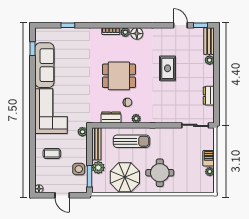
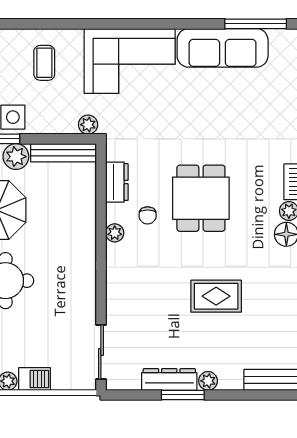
window: (33, 49) -> (256, 24), width x2.17
plant: (210, 60) -> (208, 381), moved
window: (216, 85) -> (183, 395), added
dresser: (209, 96) -> (169, 379), width x1.44
sun lounger: (132, 141) -> (69, 224), removed

